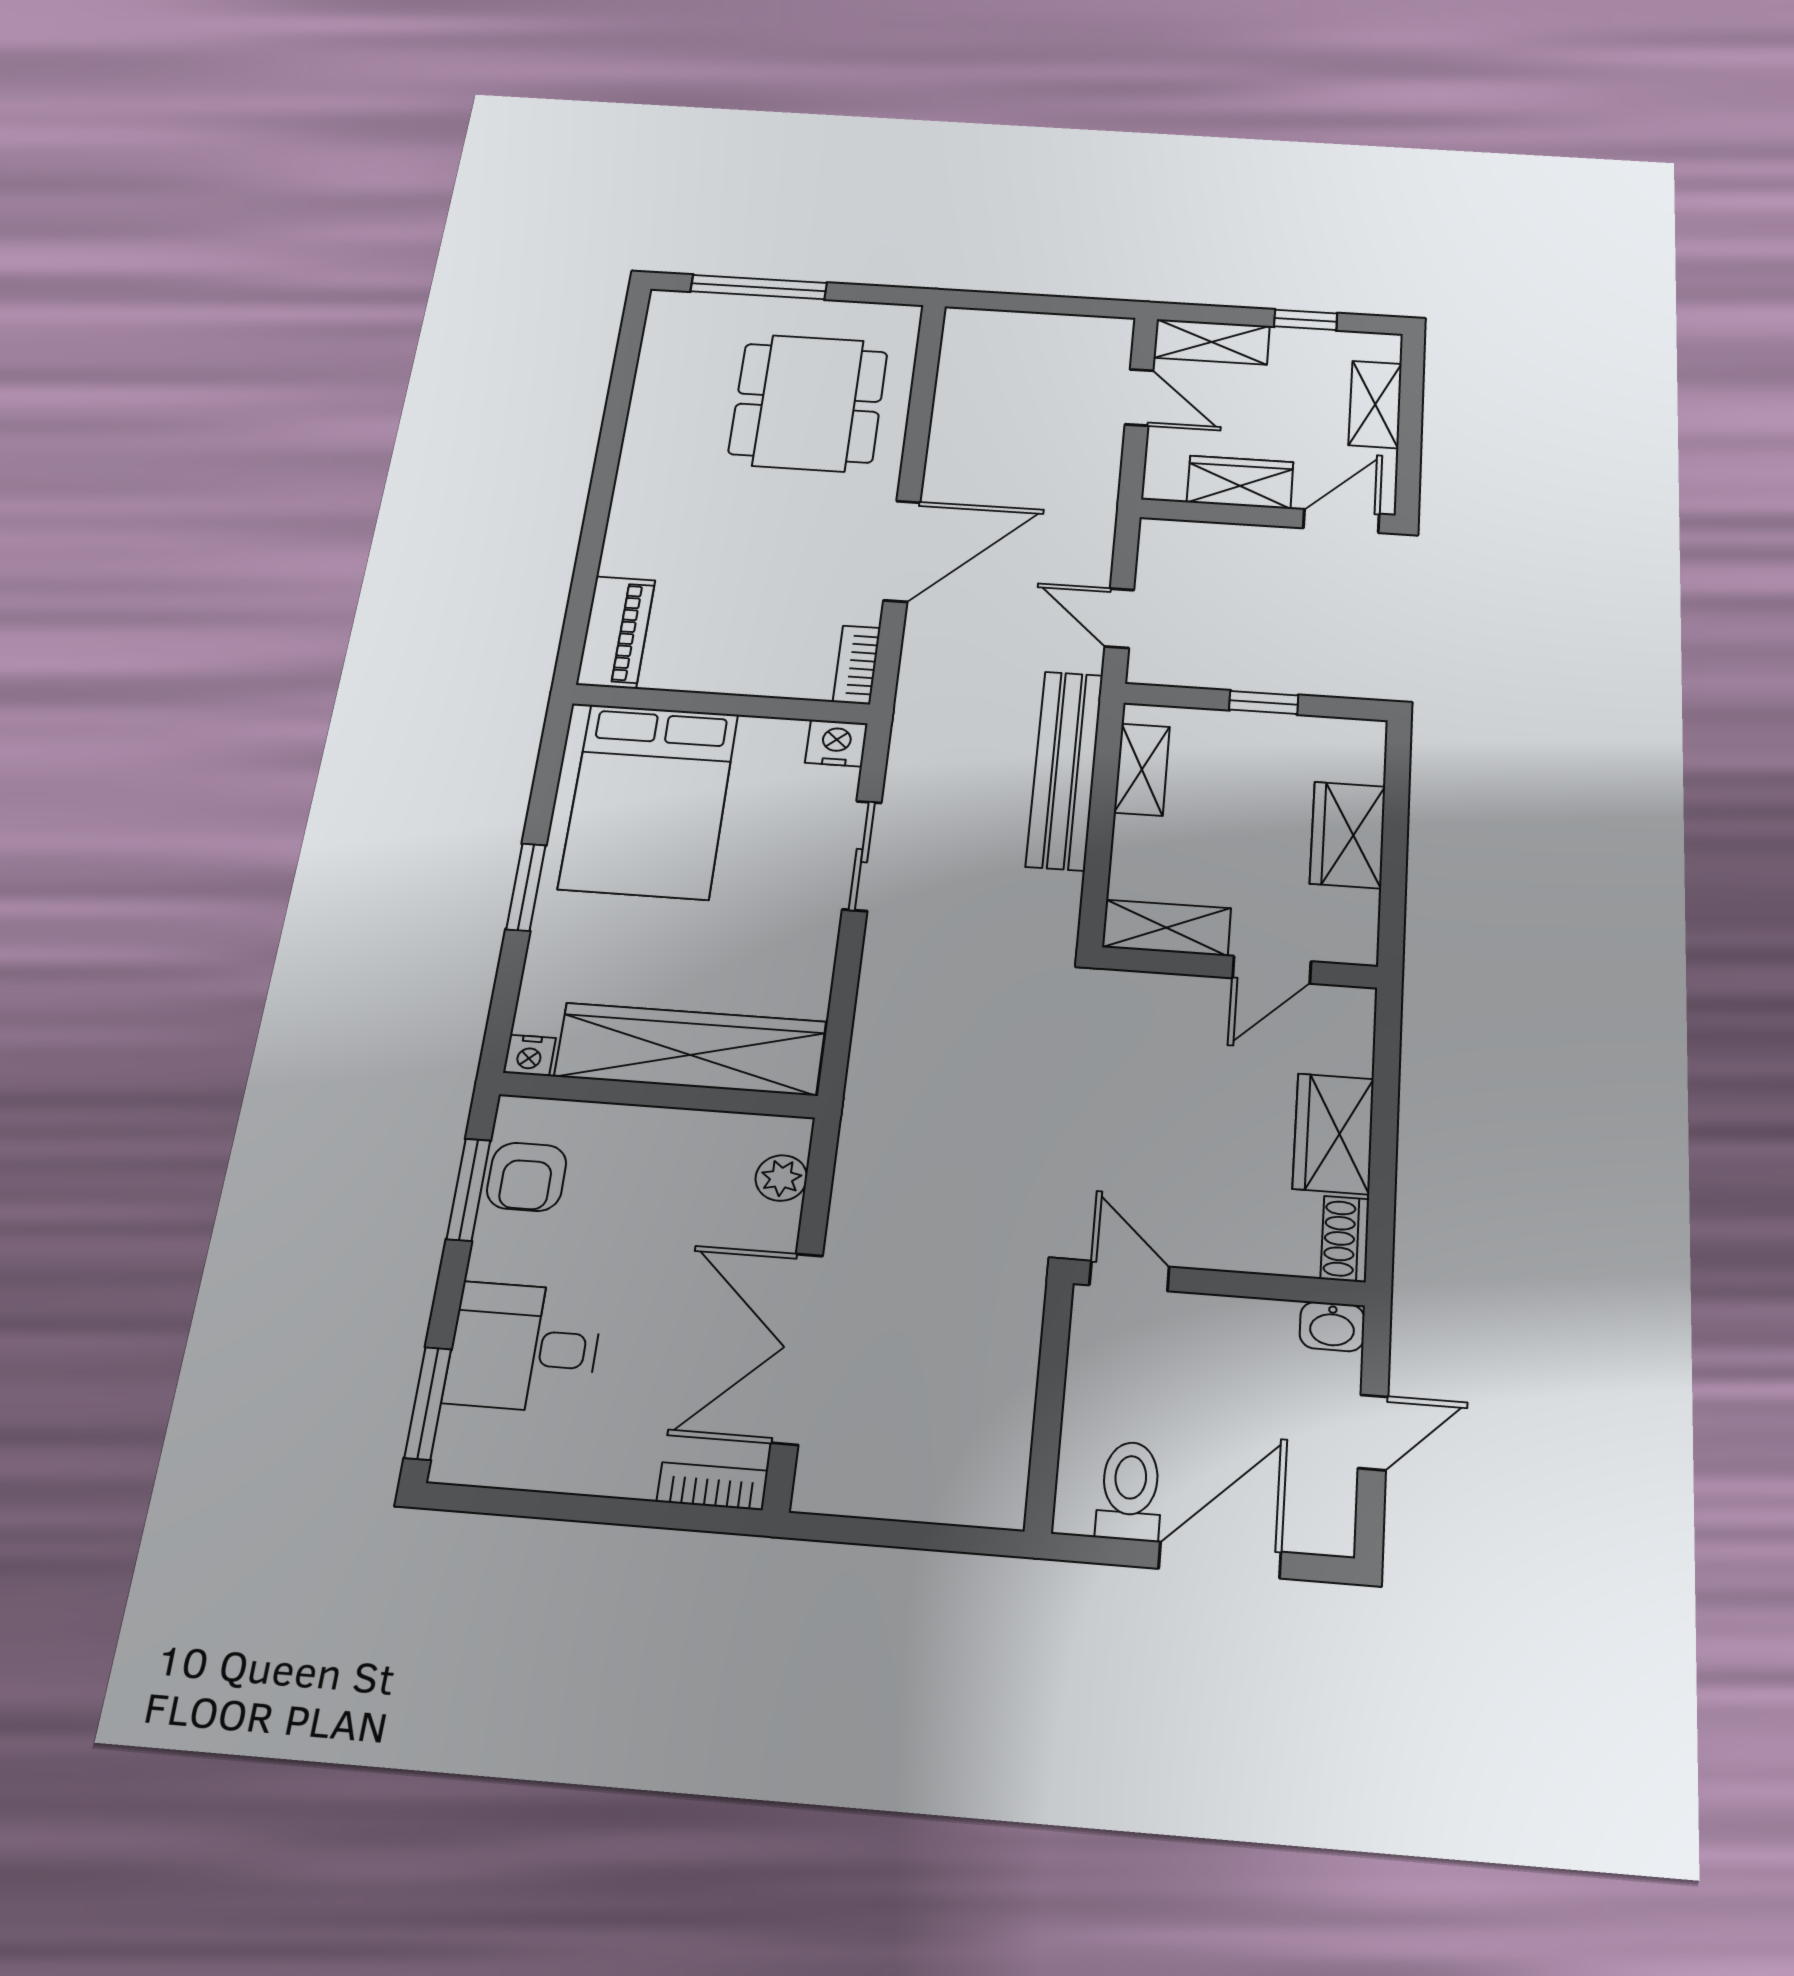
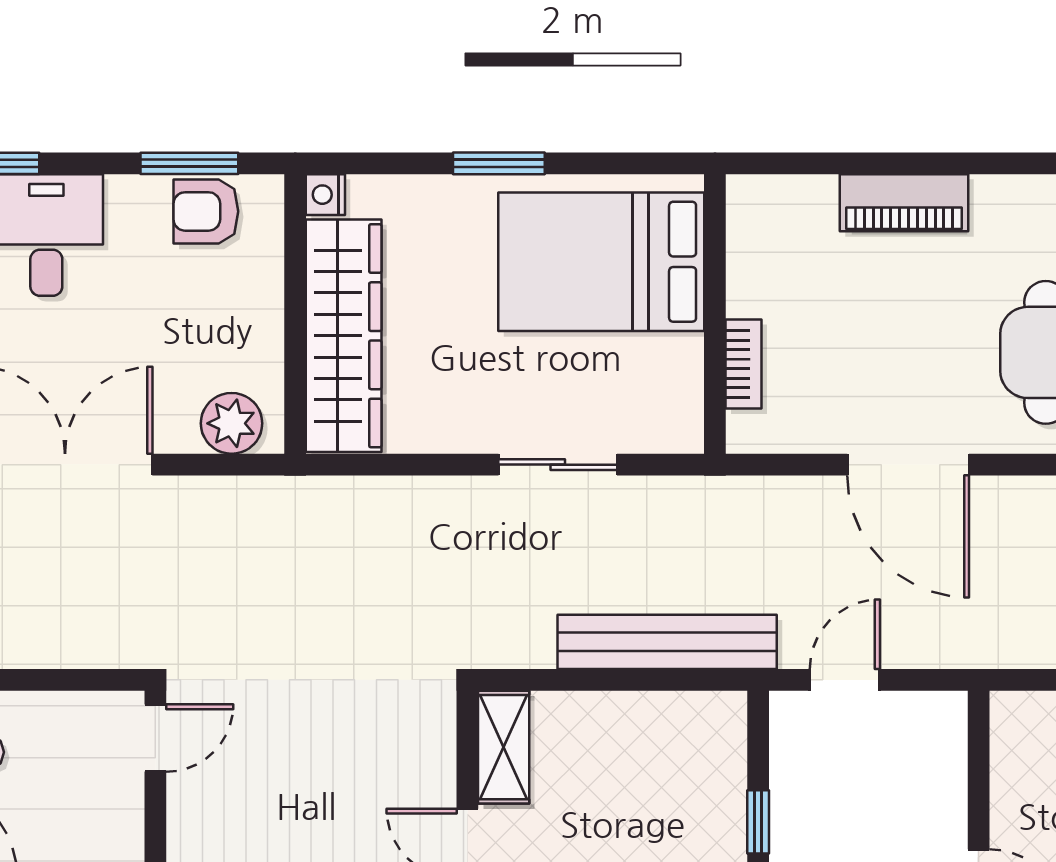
wardrobe: (1240, 482) -> (1019, 786), removed
piano: (616, 632) -> (904, 203), moved
bookcase: (857, 665) -> (744, 364), moved, turned 90
nightstand: (836, 743) -> (680, 427), removed
shelving: (1142, 770) -> (673, 713), removed
plant: (781, 1178) -> (232, 423), width x1.38, depth x1.38

